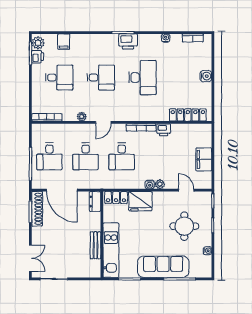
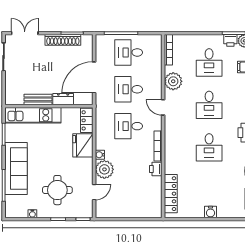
desk: (142, 77) -> (209, 147), width x0.73
plant: (82, 117) -> (173, 81), width x1.88, depth x1.88
filing cabinet: (204, 159) -> (126, 210), removed
plant: (160, 184) -> (104, 169), width x1.88, depth x1.88
door: (62, 190) -> (94, 77), moved
dresser: (95, 201) -> (63, 99), moved
shoe rack: (37, 209) -> (63, 40), moved
double door: (30, 258) -> (25, 33), swing flipped

